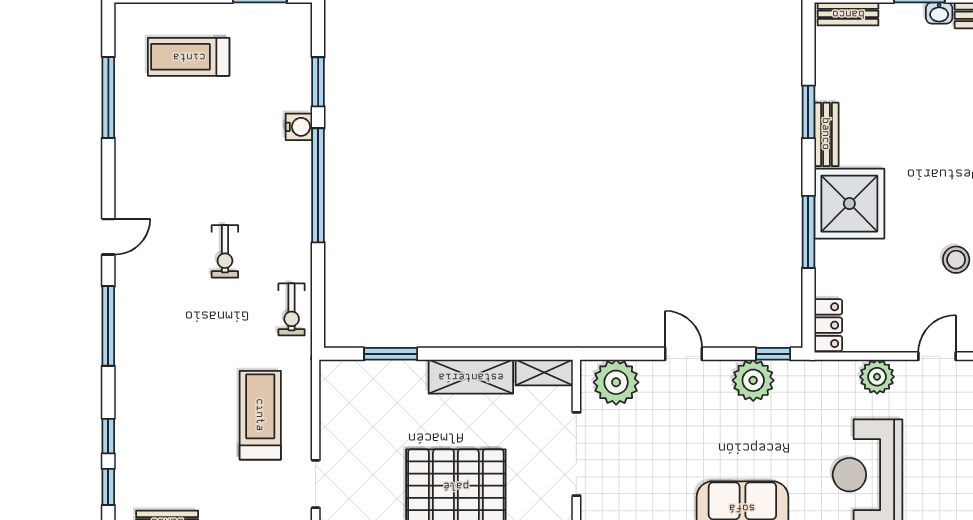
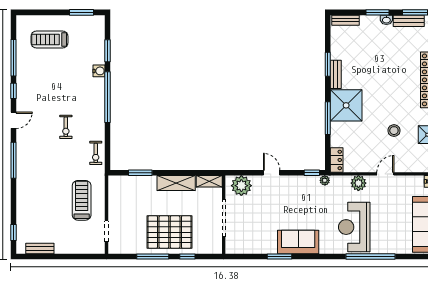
plant: (753, 380) -> (325, 180), moved, width x0.53, depth x0.53
window: (108, 436) -> (13, 91), moved

